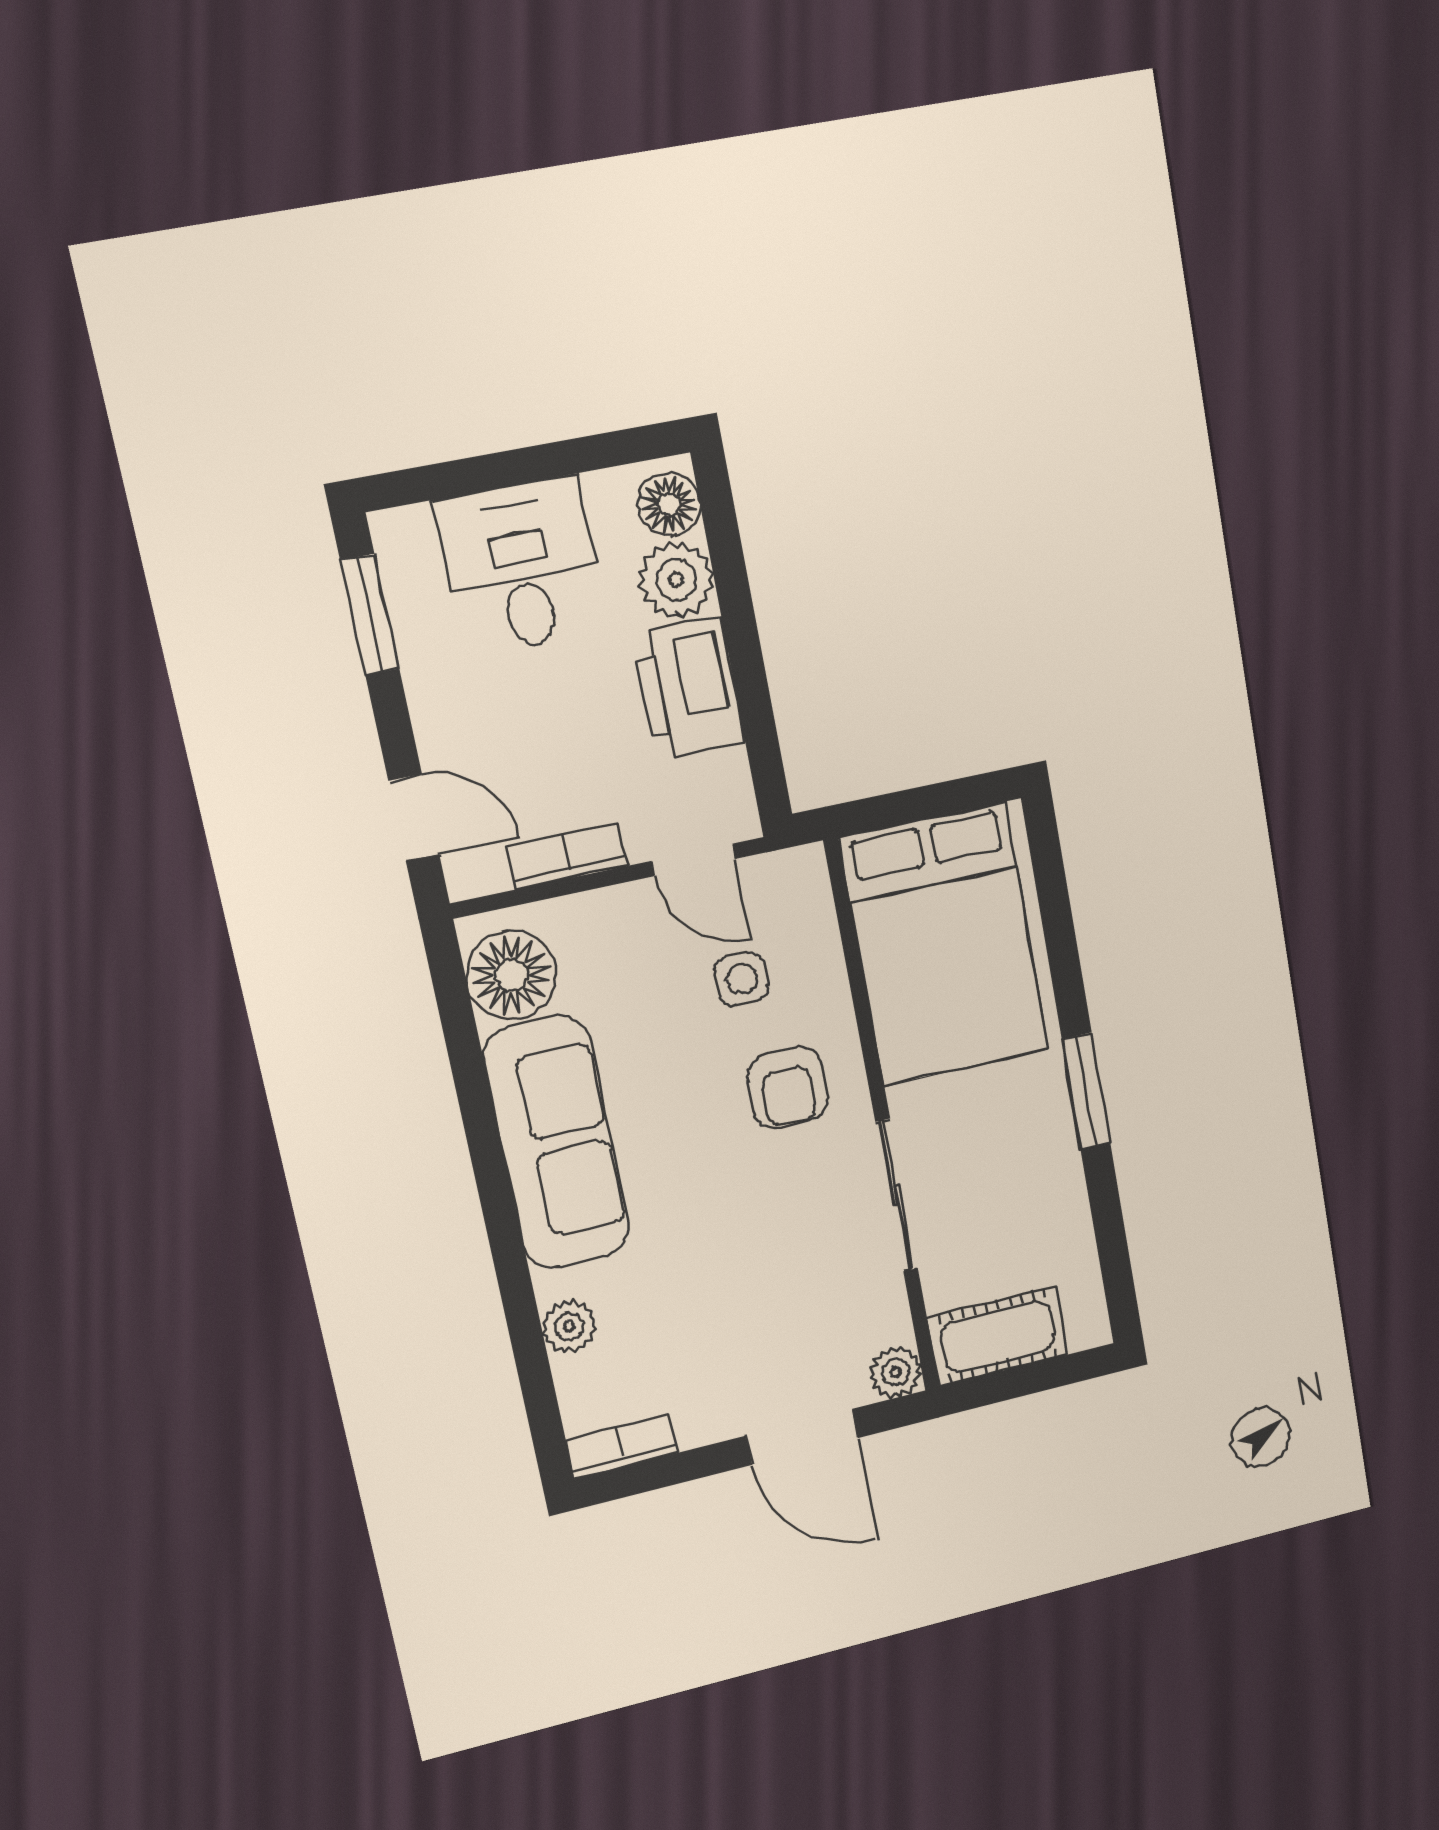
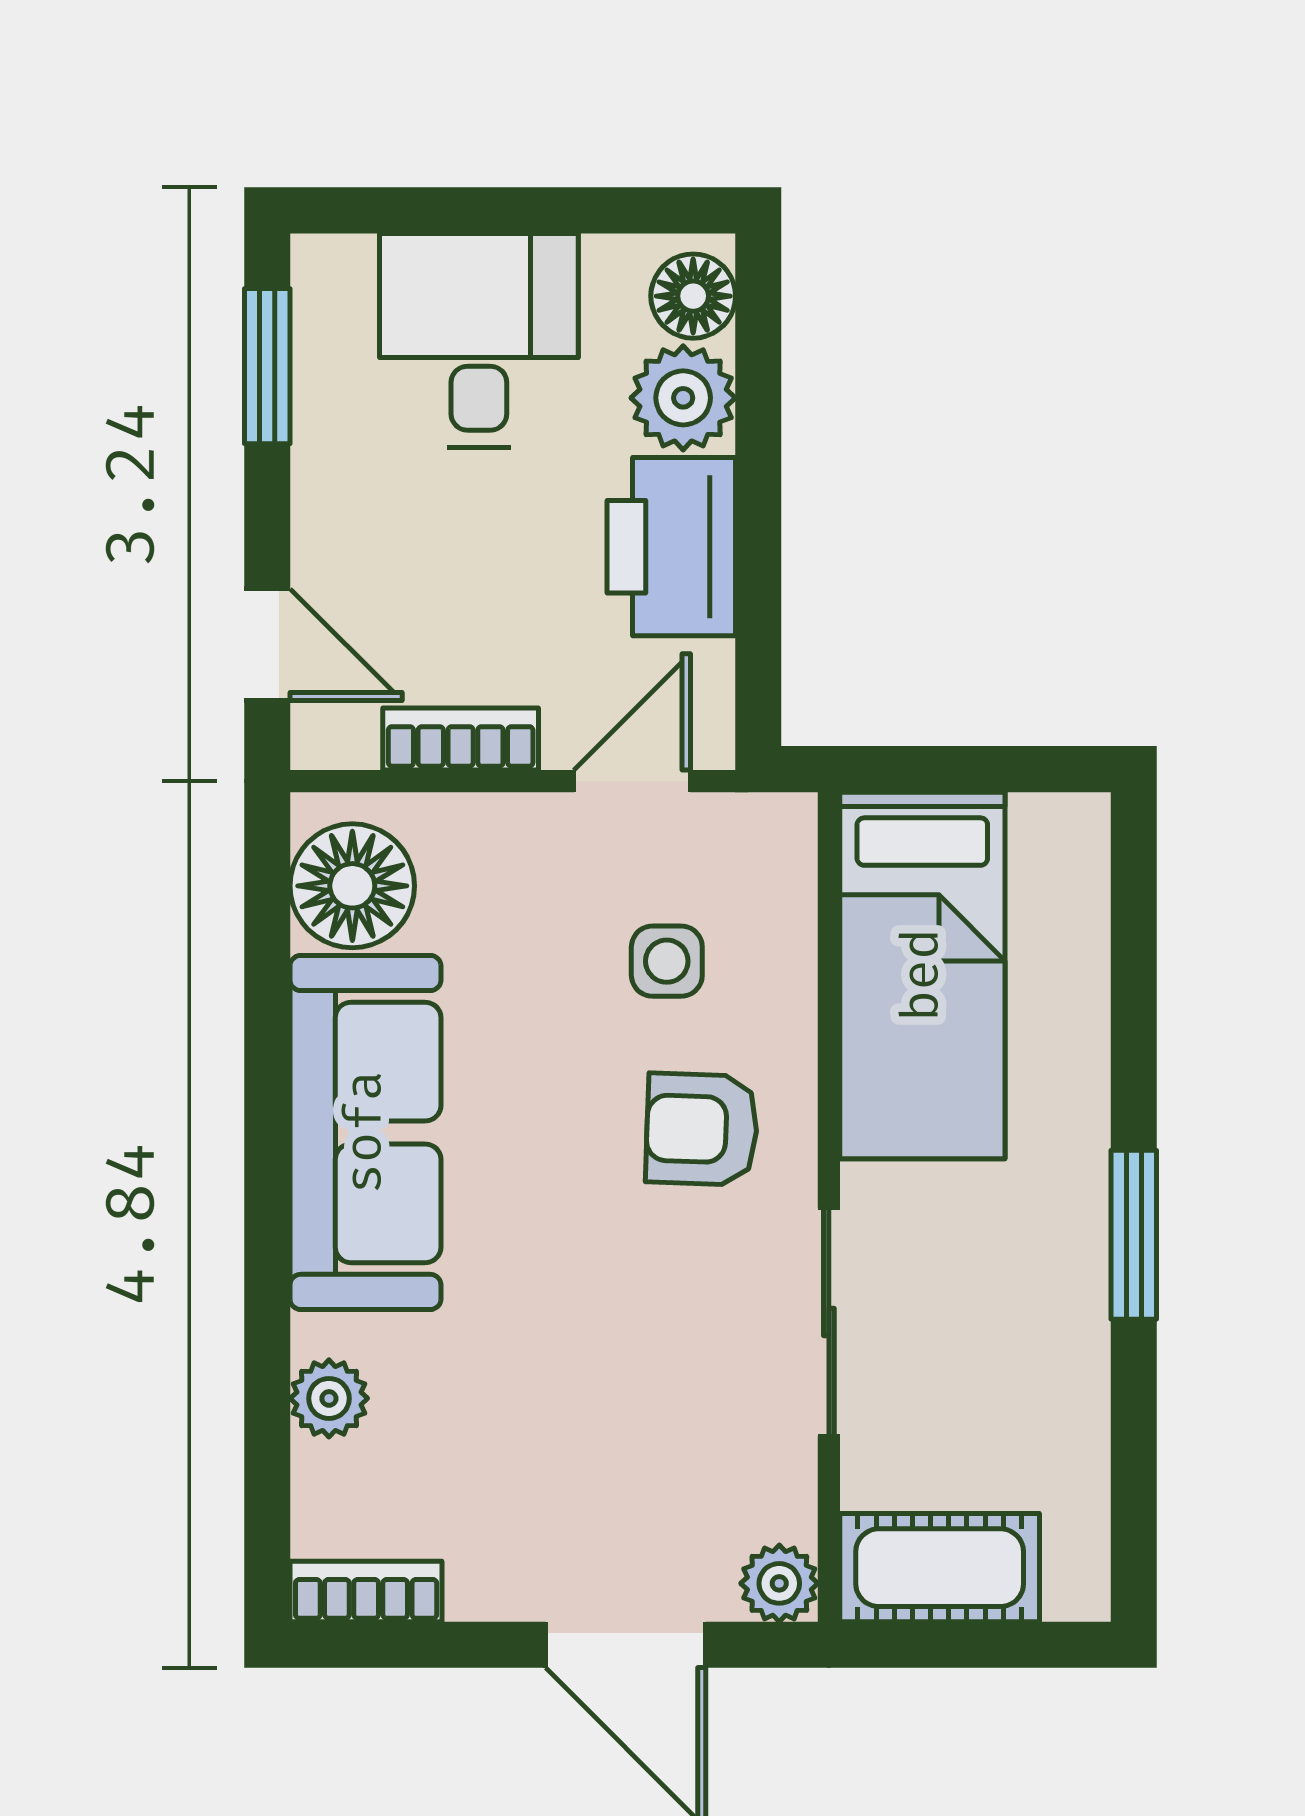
door: (694, 860) -> (632, 781), swing flipped
bed: (944, 944) -> (922, 975), width x0.67
armchair: (788, 1087) -> (702, 1129), turned 92

